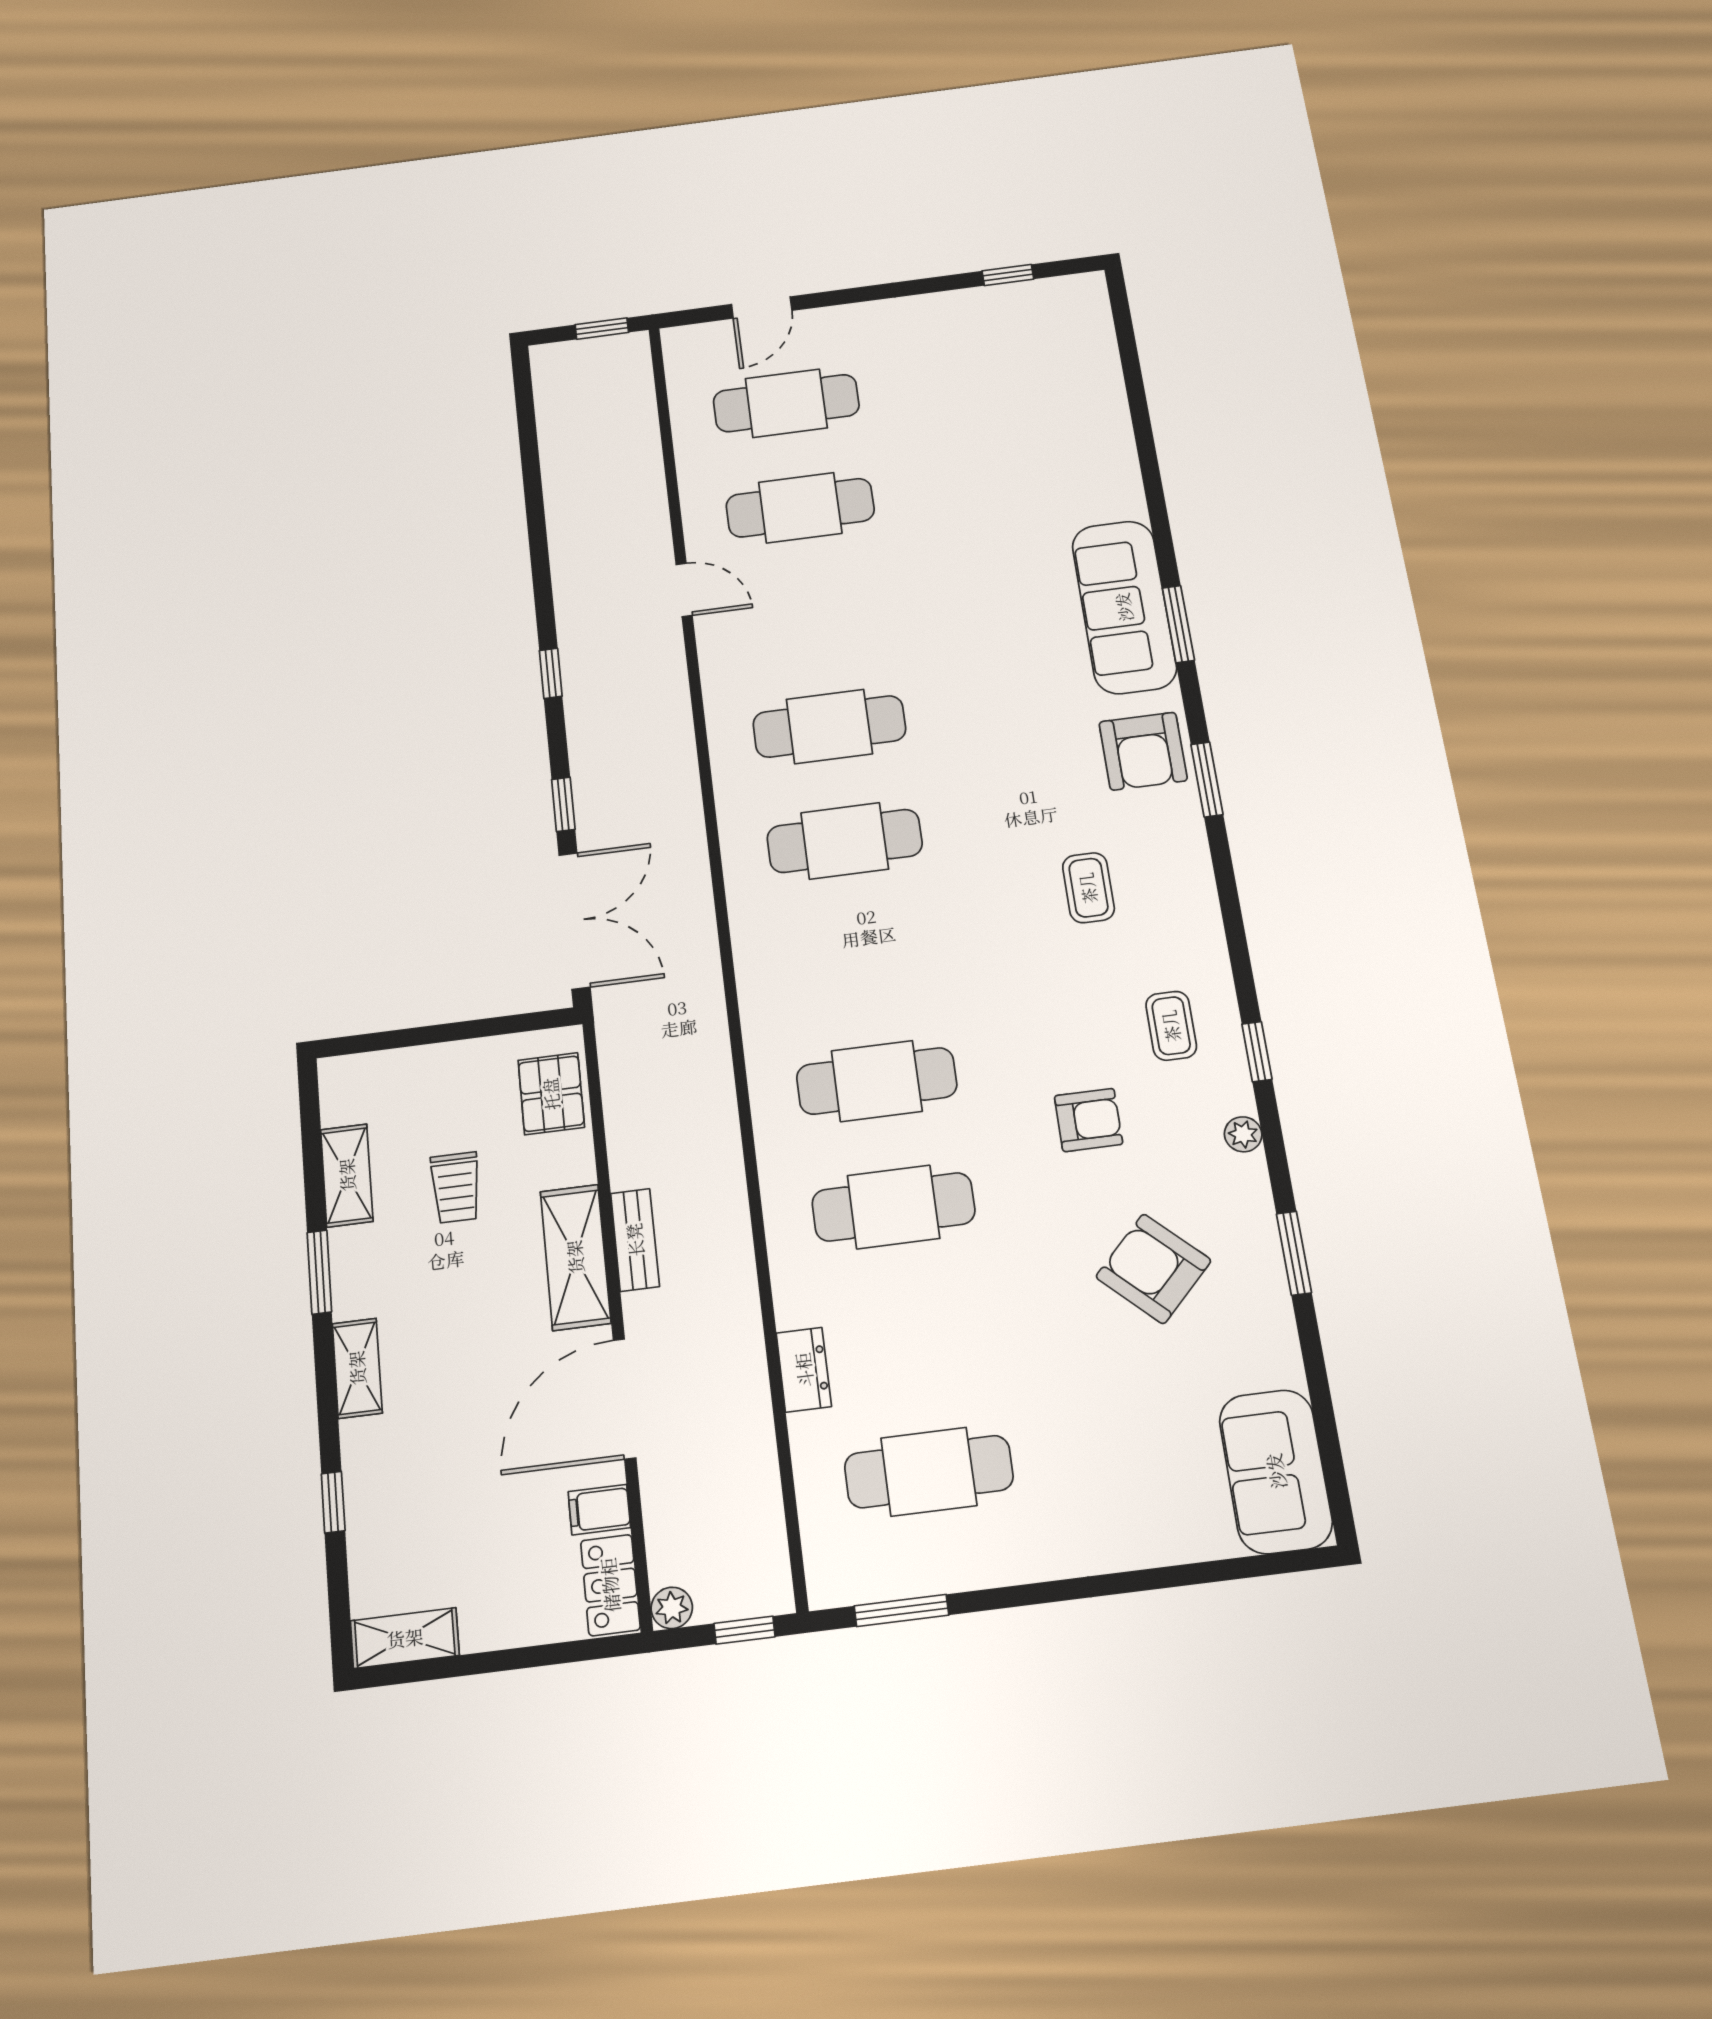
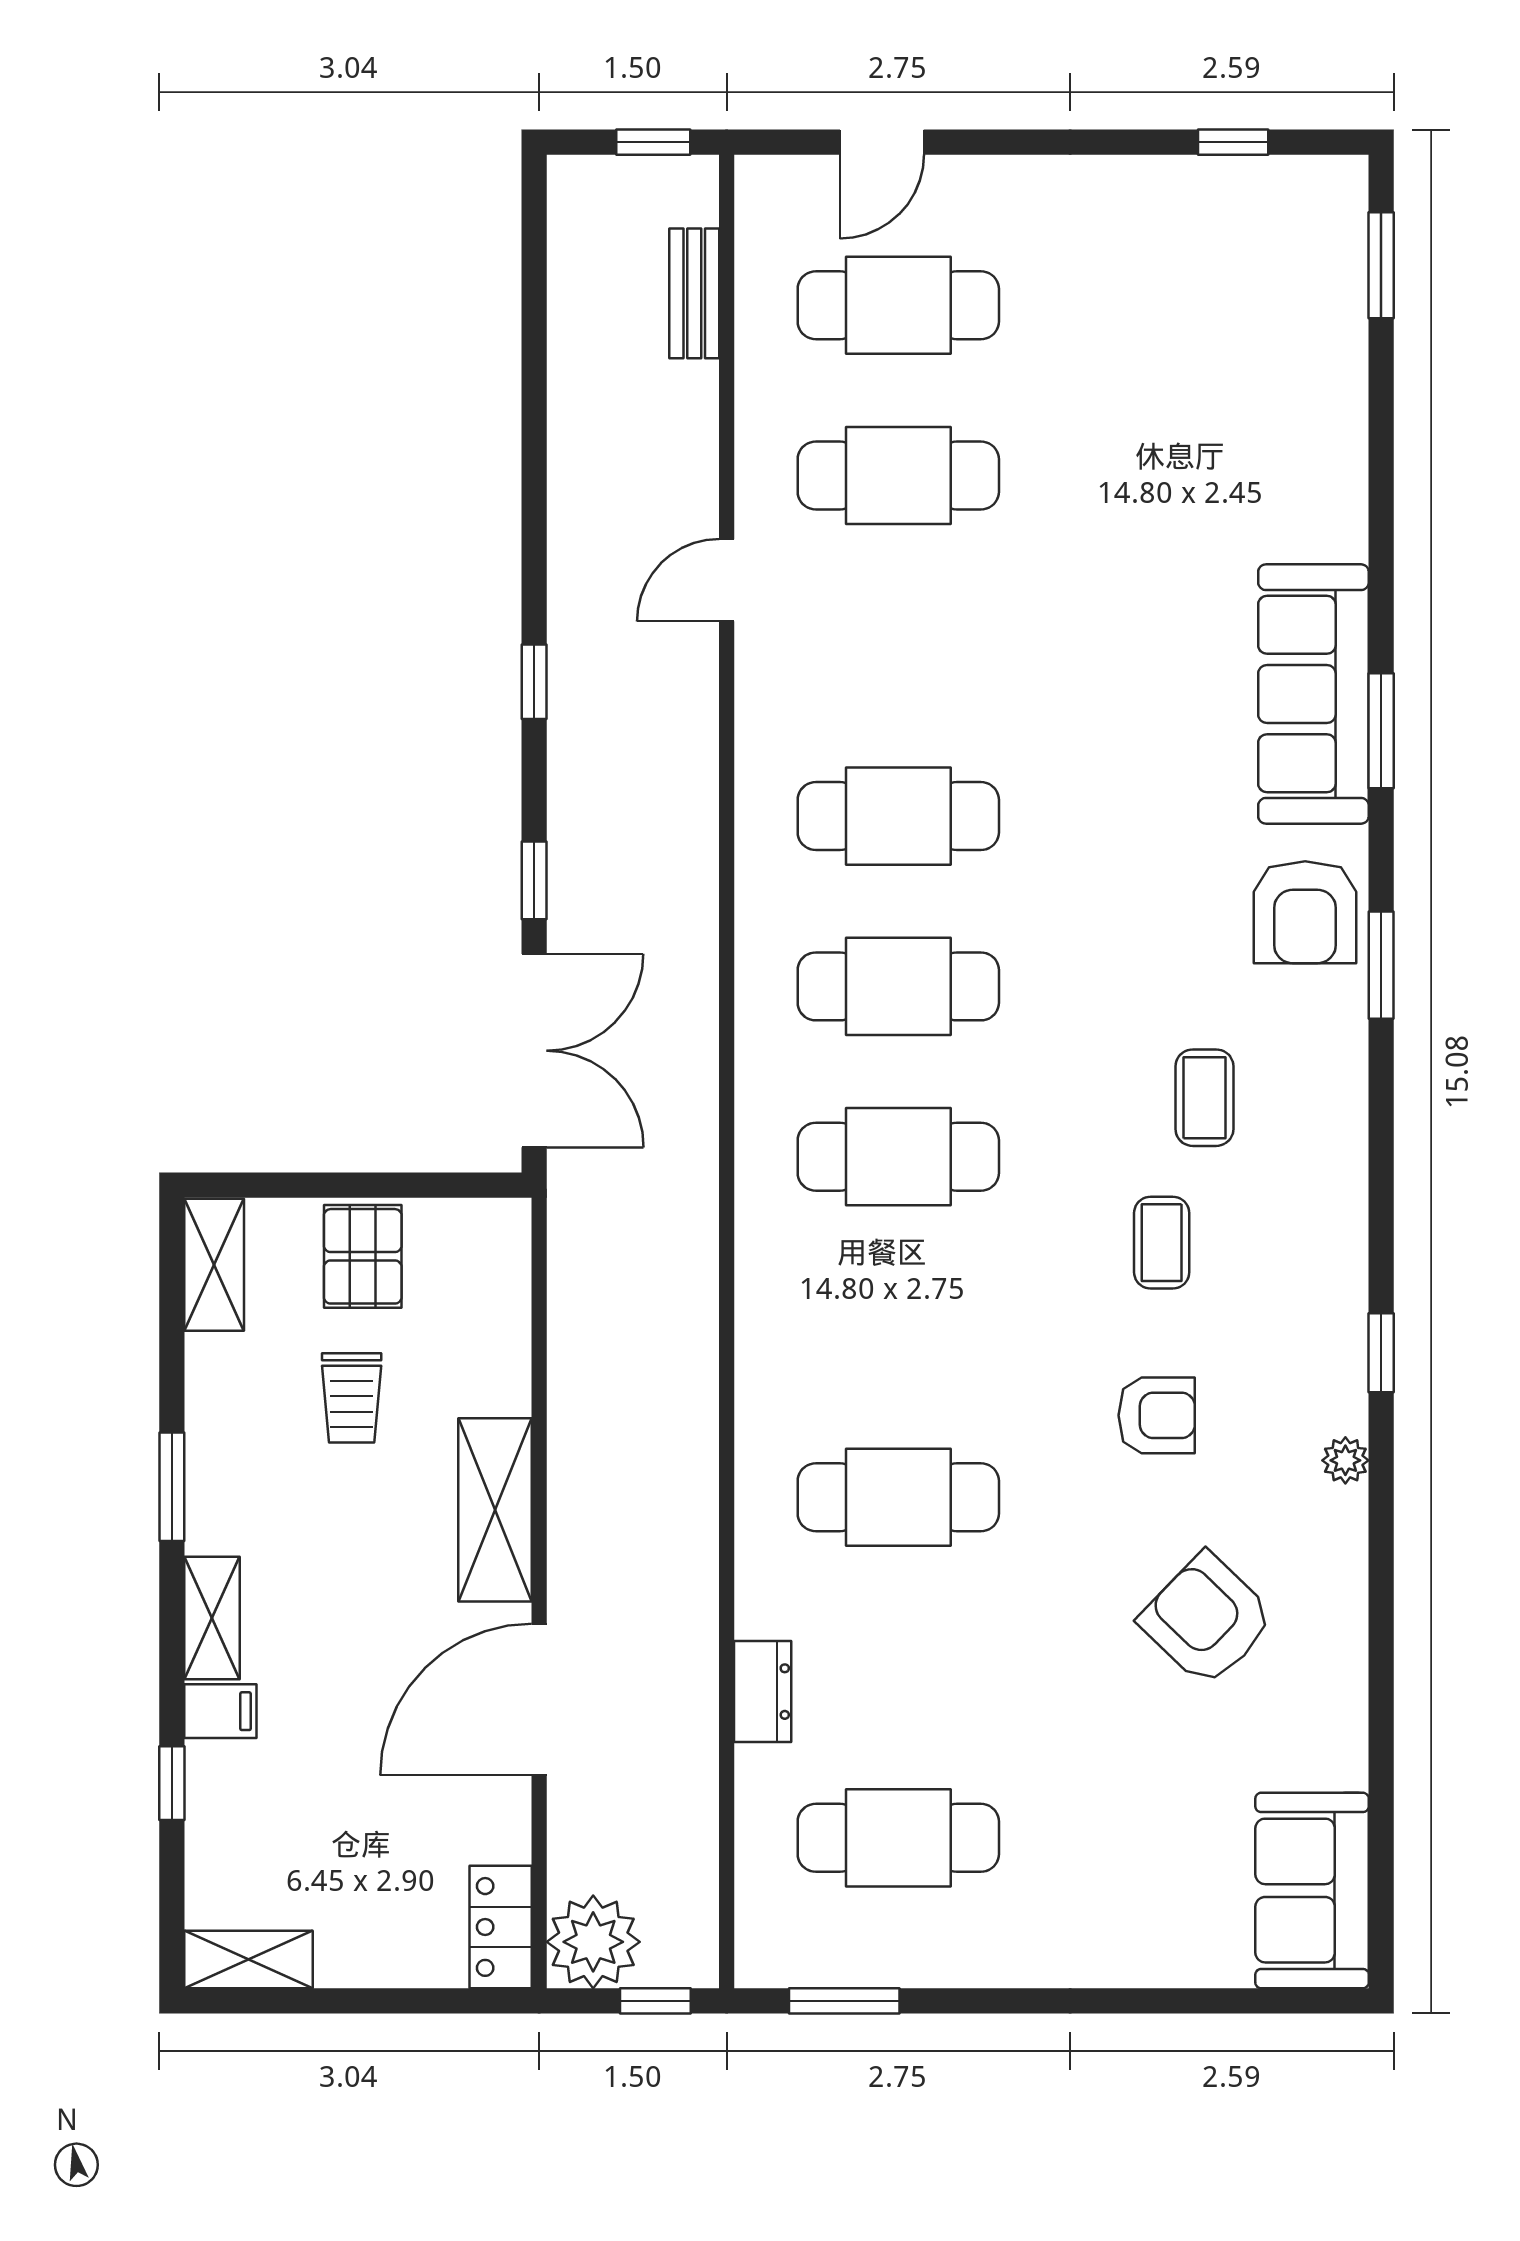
door: (684, 590) -> (727, 580), swing flipped
coffee table: (1171, 1026) -> (1162, 1243), moved
cafe table: (877, 1081) -> (898, 1157), moved
pallet: (551, 1094) -> (363, 1256), moved
shelving: (347, 1175) -> (214, 1265), moved
bench: (635, 1240) -> (694, 293), moved
window: (1294, 1253) -> (1381, 265), moved
filing cabinet: (599, 1510) -> (220, 1711), moved, turned 180
plant: (672, 1608) -> (593, 1942), width x1.88, depth x1.88

